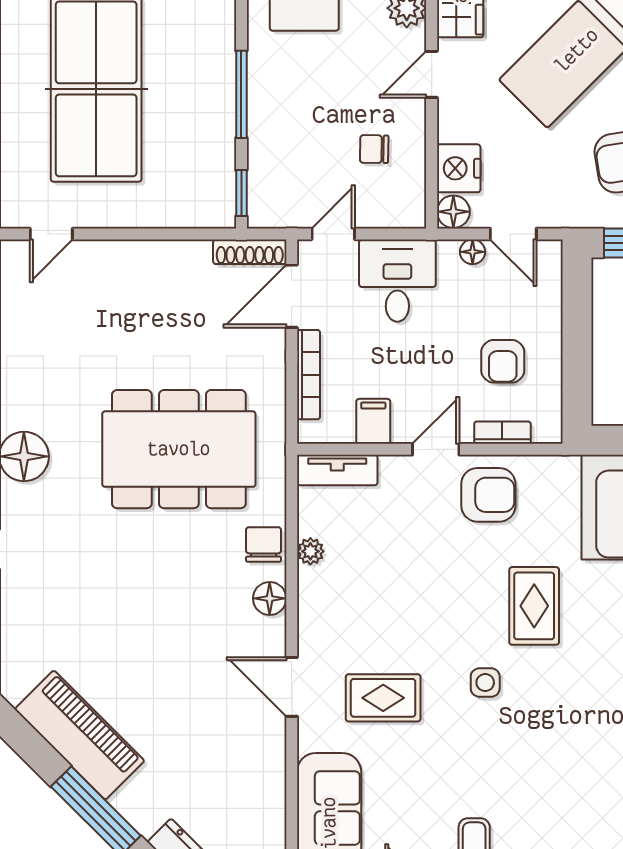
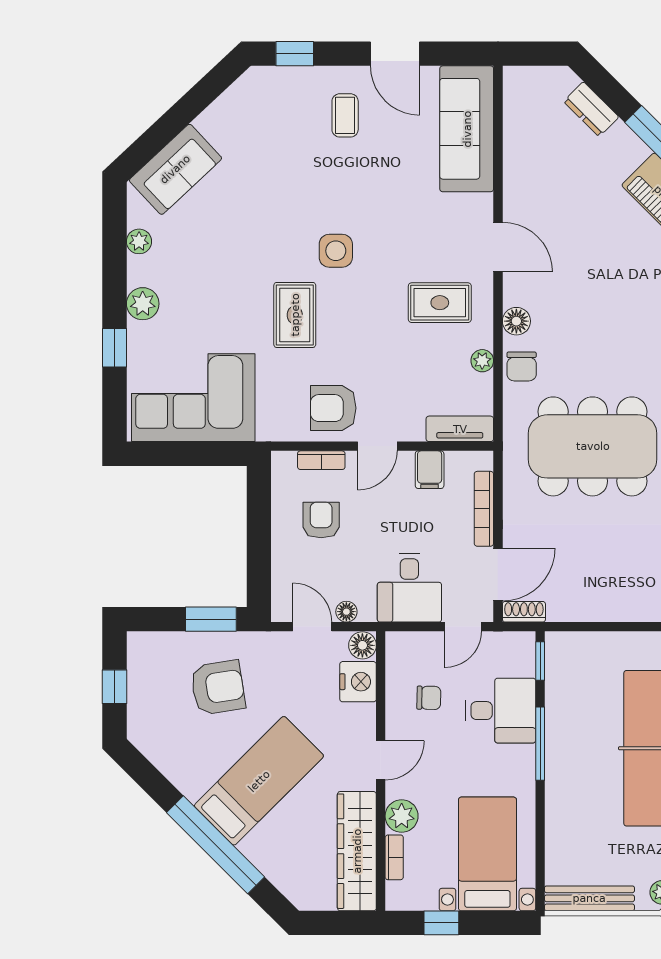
desk: (289, 134) -> (501, 711), added
shoe rack: (250, 252) -> (524, 612), width x0.70
side table: (485, 683) -> (336, 251), width x1.37, depth x1.37
rug: (383, 698) -> (440, 303), moved

